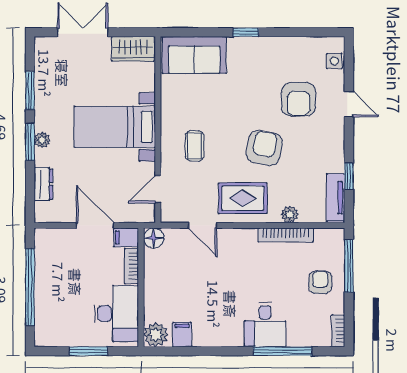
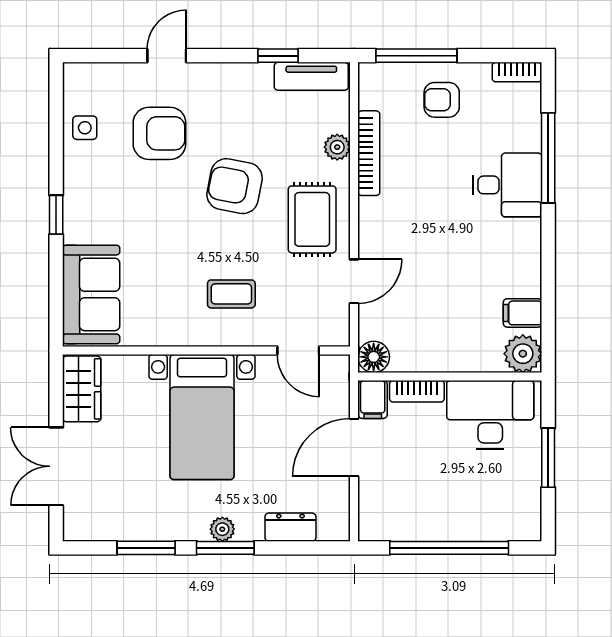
side table: (334, 61) -> (85, 128), moved

